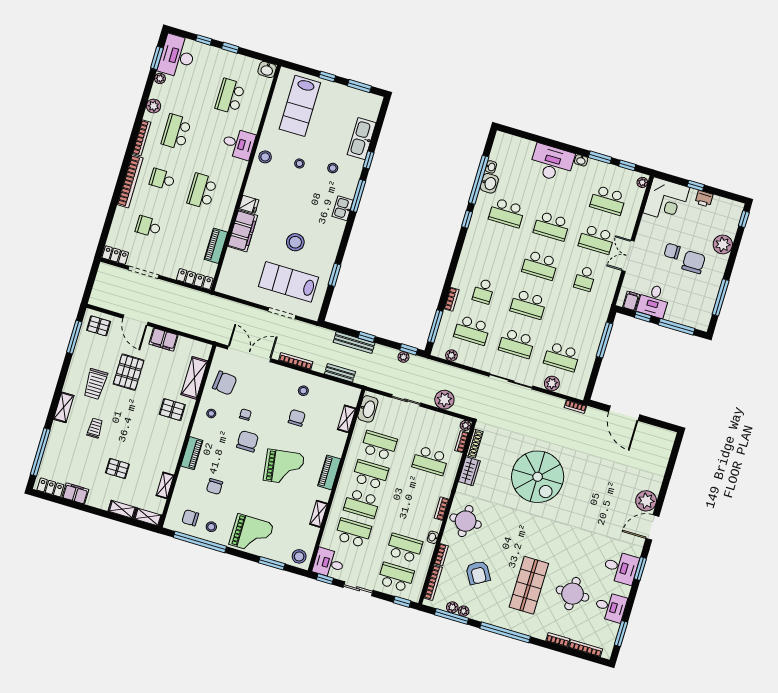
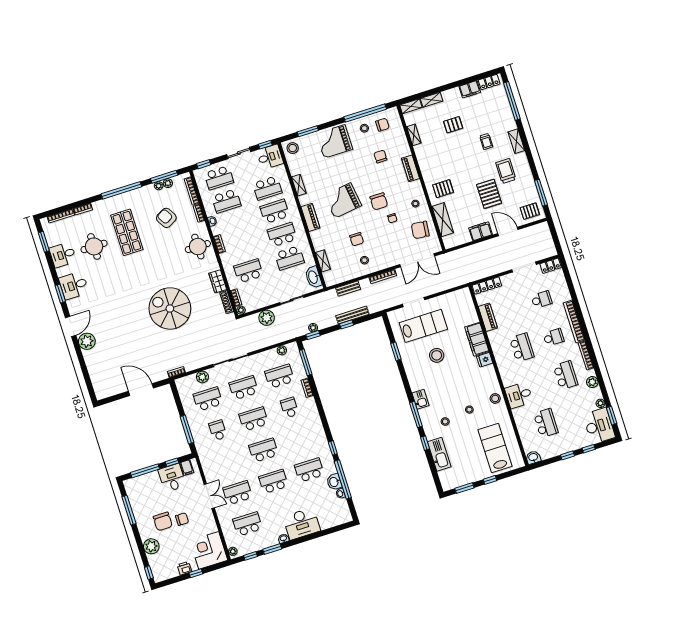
school desk: (585, 279) -> (218, 430), moved
school desk: (370, 475) -> (282, 235), turned 180

